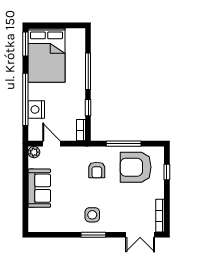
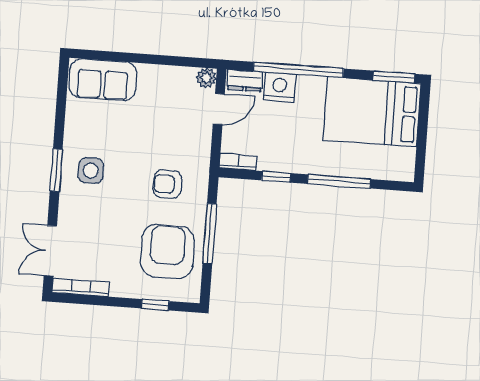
dresser: (34, 130) -> (245, 81), added
sofa: (39, 188) -> (103, 80), moved

